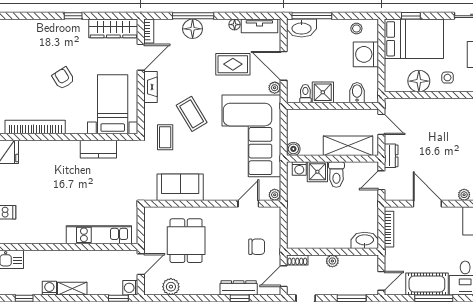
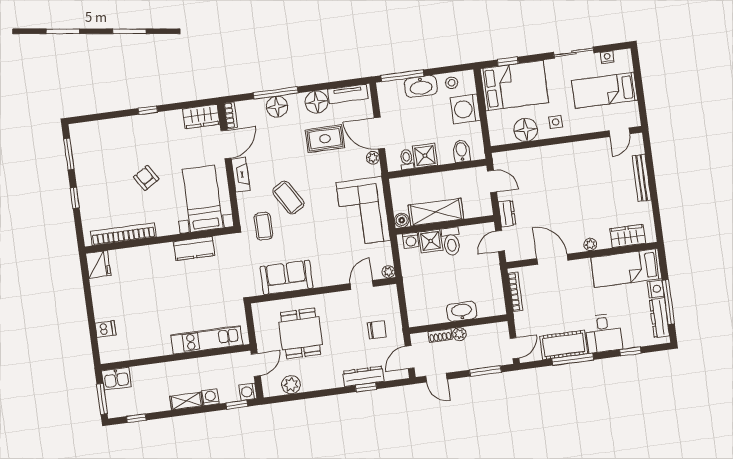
floor lamp: (235, 25) -> (317, 102), width x1.89, depth x1.89
wardrobe: (113, 28) -> (201, 117), width x0.67
washbasin: (302, 28) -> (421, 86), moved
corner sofa: (251, 136) -> (363, 211), width x0.73, depth x0.74
shelving: (348, 146) -> (436, 212), moved
washbasin: (365, 240) -> (462, 311), moved
shoe rack: (297, 260) -> (440, 336), moved
washing machine: (49, 288) -> (210, 397), moved

